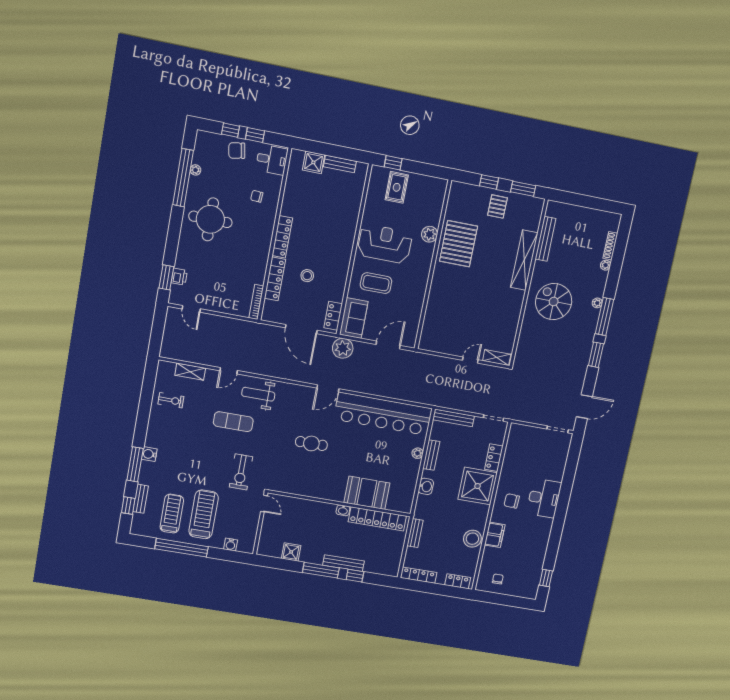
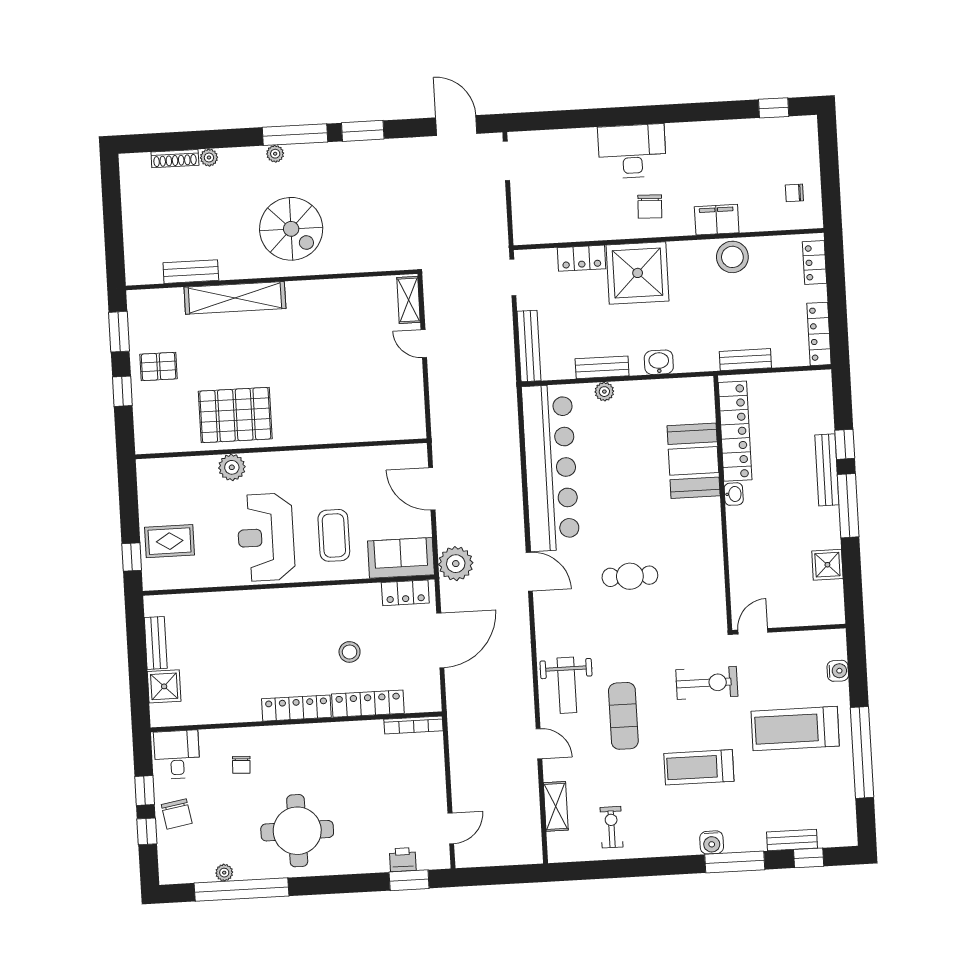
bench: (546, 239) -> (191, 272), width x0.73
spiral stairs: (554, 302) -> (291, 229), turned -90
cafe table: (311, 443) -> (630, 576), turned 90
treadmill: (172, 514) -> (699, 767), moved

